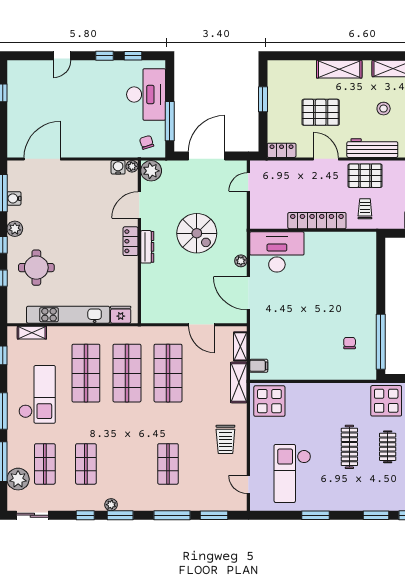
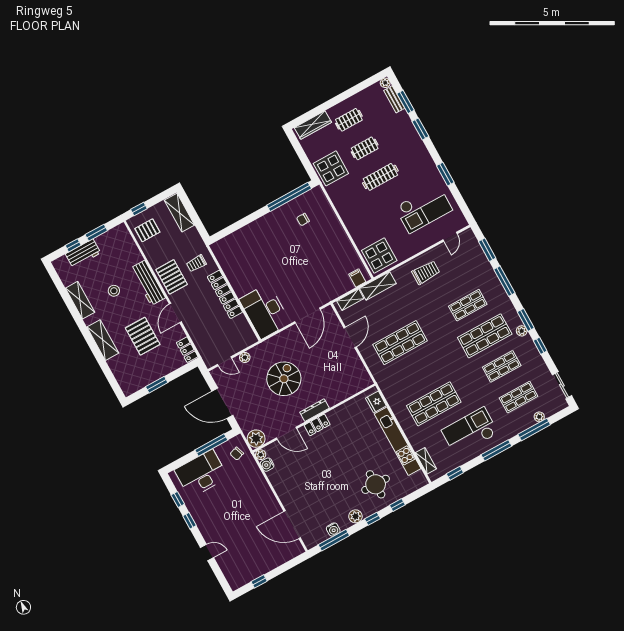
plant: (241, 261) -> (245, 357), moved
shop shelf: (127, 373) -> (485, 336), moved
plant: (18, 479) -> (539, 417), width x0.53, depth x0.53

